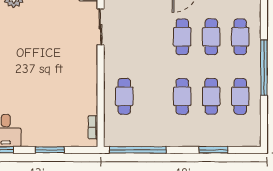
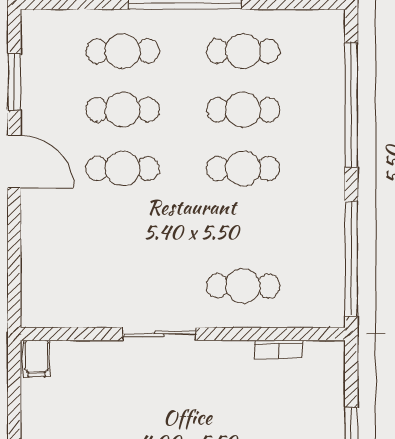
sliding door: (101, 27) -> (159, 334), moved
bookcase: (93, 127) -> (279, 349), moved
window: (214, 150) -> (351, 105), width x2.11

